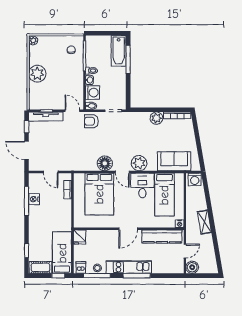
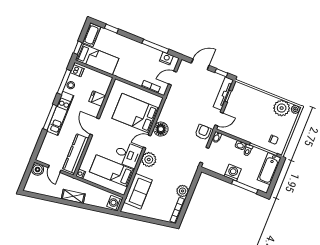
bathtub: (119, 51) -> (269, 169), moved, turned -90
plant: (37, 74) -> (282, 108), moved
washing machine: (92, 93) -> (233, 173), moved, turned 180
nightstand: (34, 199) -> (166, 58), moved
fridge: (80, 237) -> (97, 99), moved

